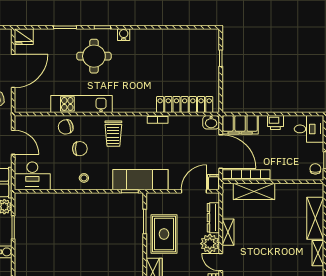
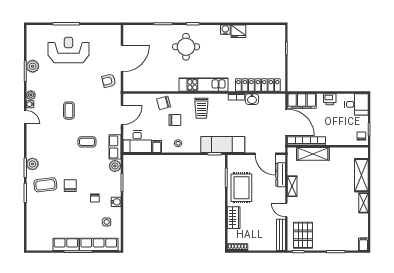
water cooler: (124, 35) -> (225, 30), moved
fridge: (24, 37) -> (238, 31), moved
kitchen unit: (81, 104) -> (204, 85), moved
washbasin: (211, 122) -> (252, 99), moved
door: (13, 142) -> (122, 115), hinge flipped
filing cabinet: (213, 182) -> (157, 147), moved
door: (194, 191) -> (265, 154), swing flipped
plant: (210, 244) -> (278, 195), removed

